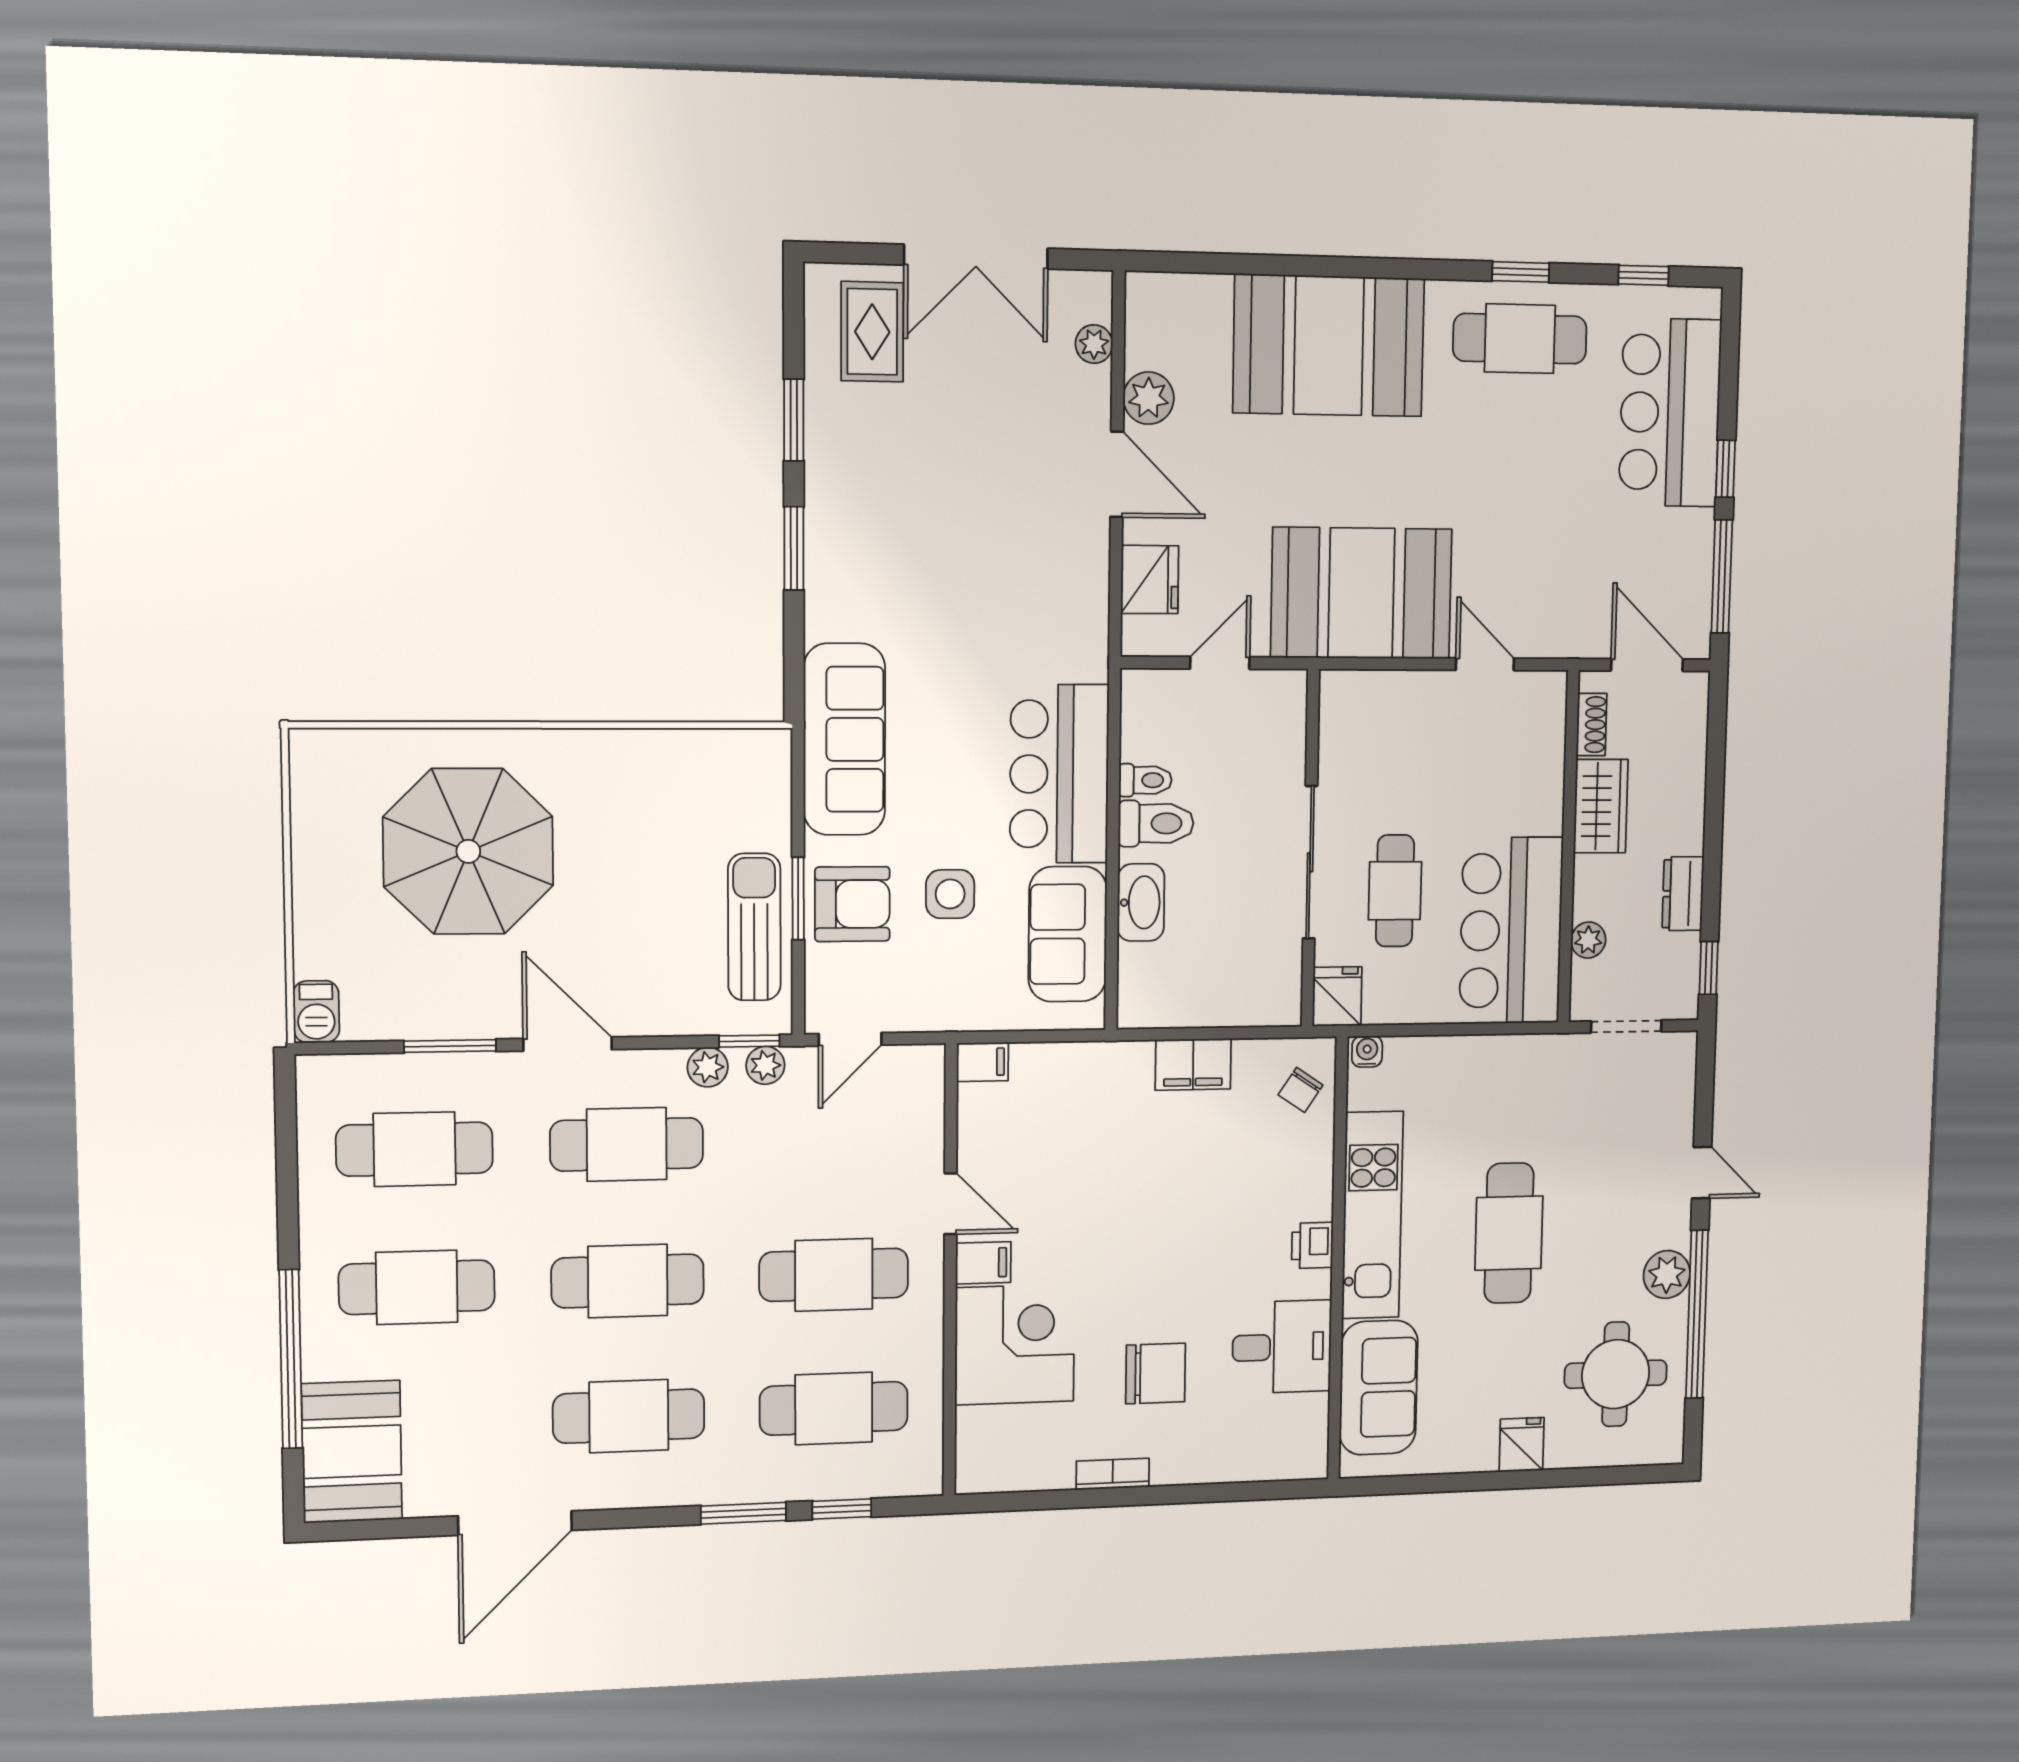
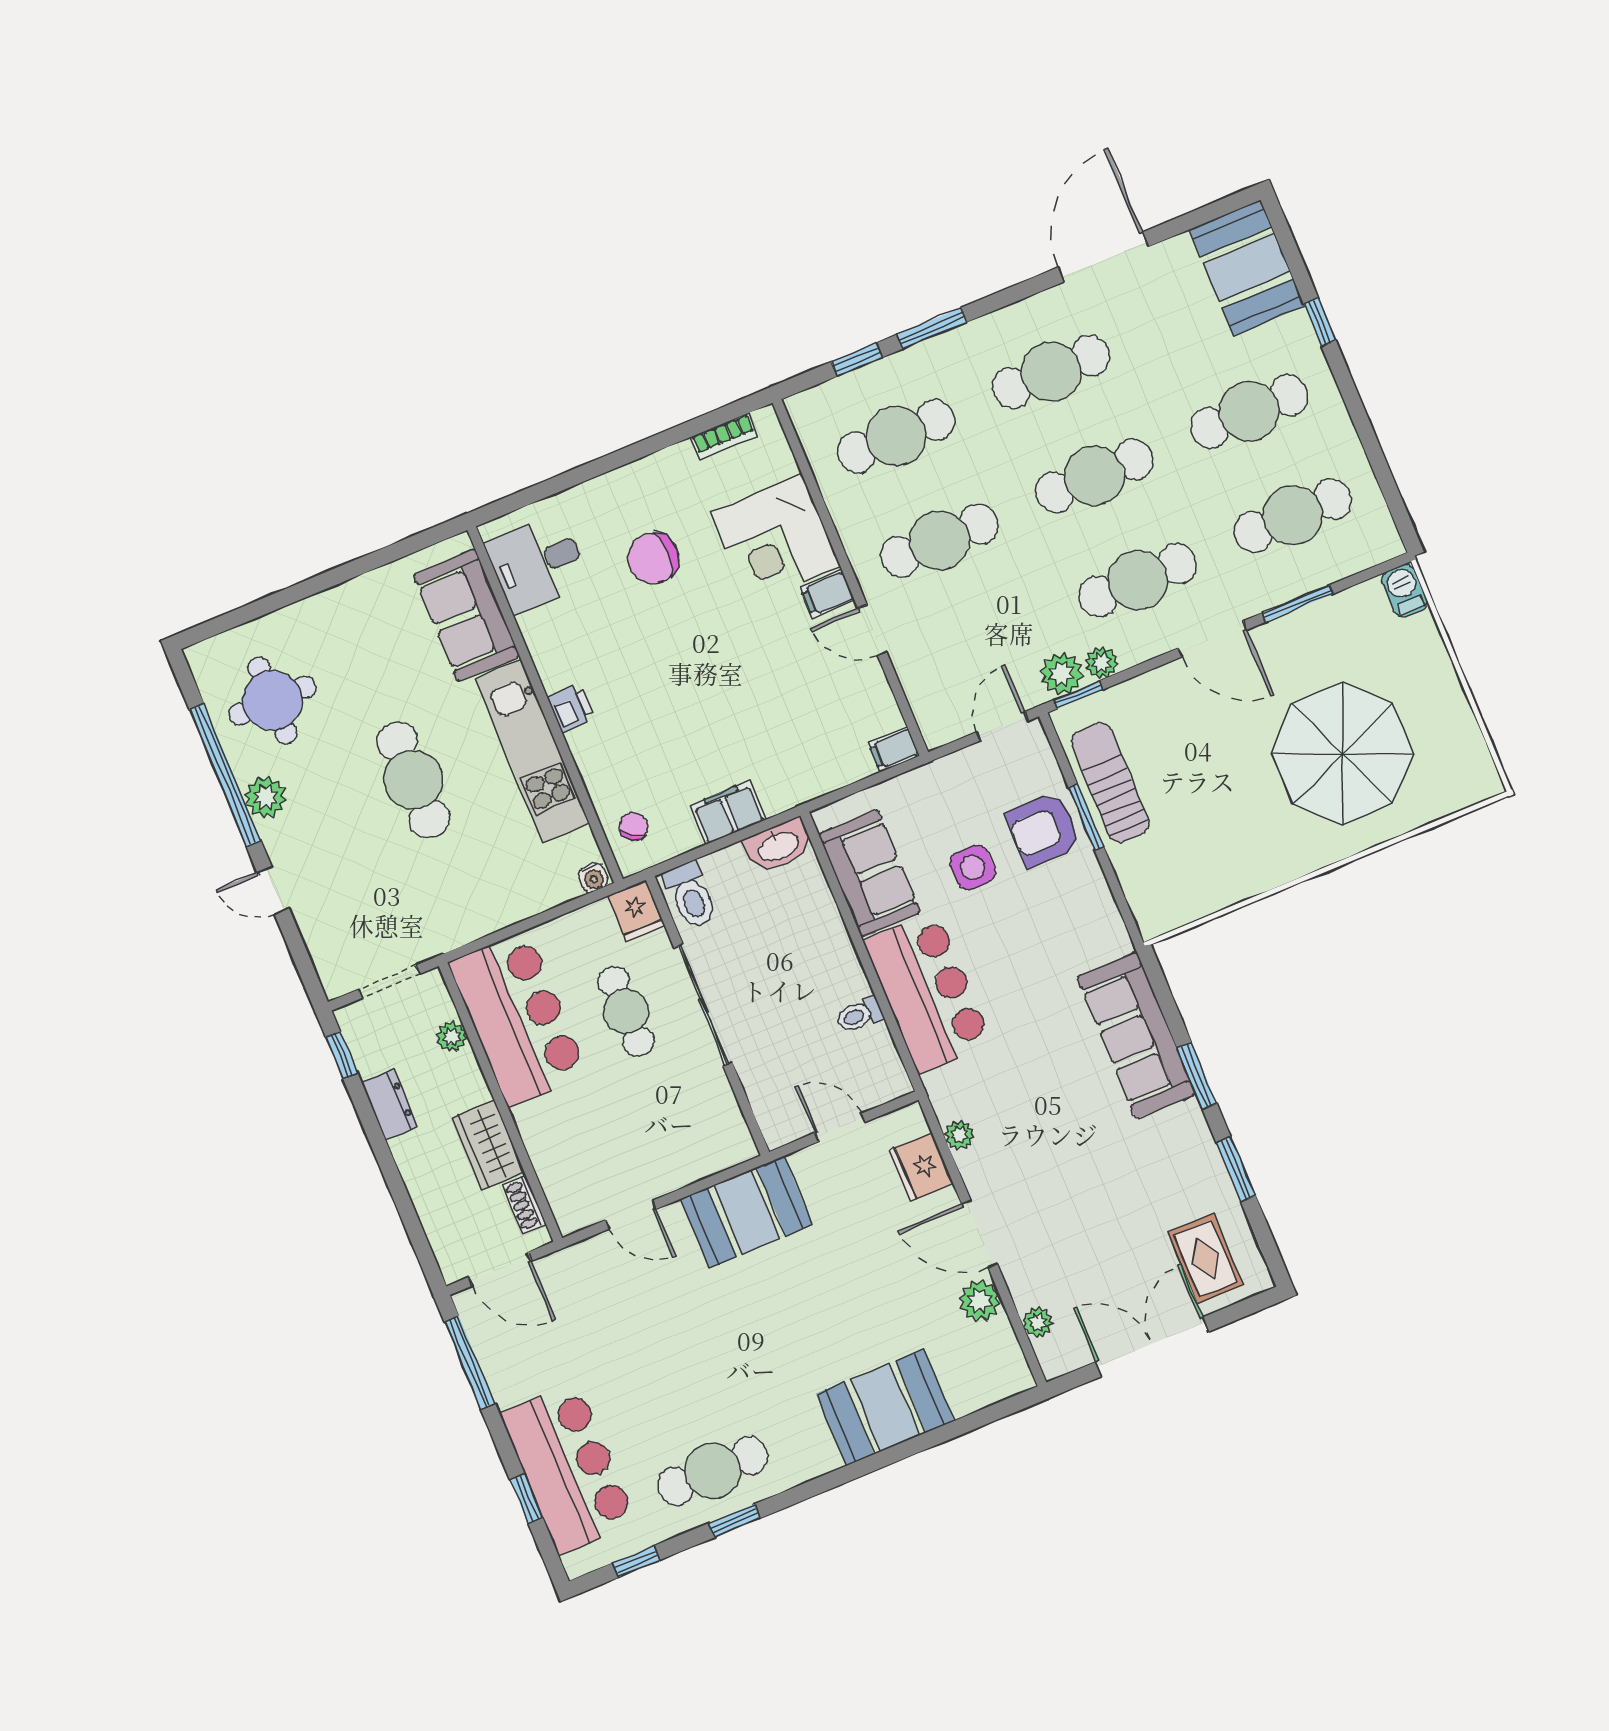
booth: (1329, 346) -> (885, 1407), width x0.73, depth x0.70
window: (1725, 469) -> (526, 1499), moved
booth: (1361, 593) -> (746, 1212), width x0.73, depth x0.70
plant: (1092, 597) -> (959, 1135), added
door: (1220, 663) -> (840, 1127), swing flipped
sofa: (844, 739) -> (1136, 1035), moved
toilet: (1156, 823) -> (691, 895), moved, turned -90
washbasin: (1141, 902) -> (778, 846), moved, turned -90
sun lounger: (754, 927) -> (1110, 783), turned 180
plant: (765, 1065) -> (1062, 673), width x1.38, depth x1.38
desk: (1282, 1347) -> (538, 564), moved
window: (291, 1359) -> (1320, 322), width x0.32
fridge: (1522, 1445) -> (326, 614), removed
bookcase: (1113, 1474) -> (724, 437), moved

